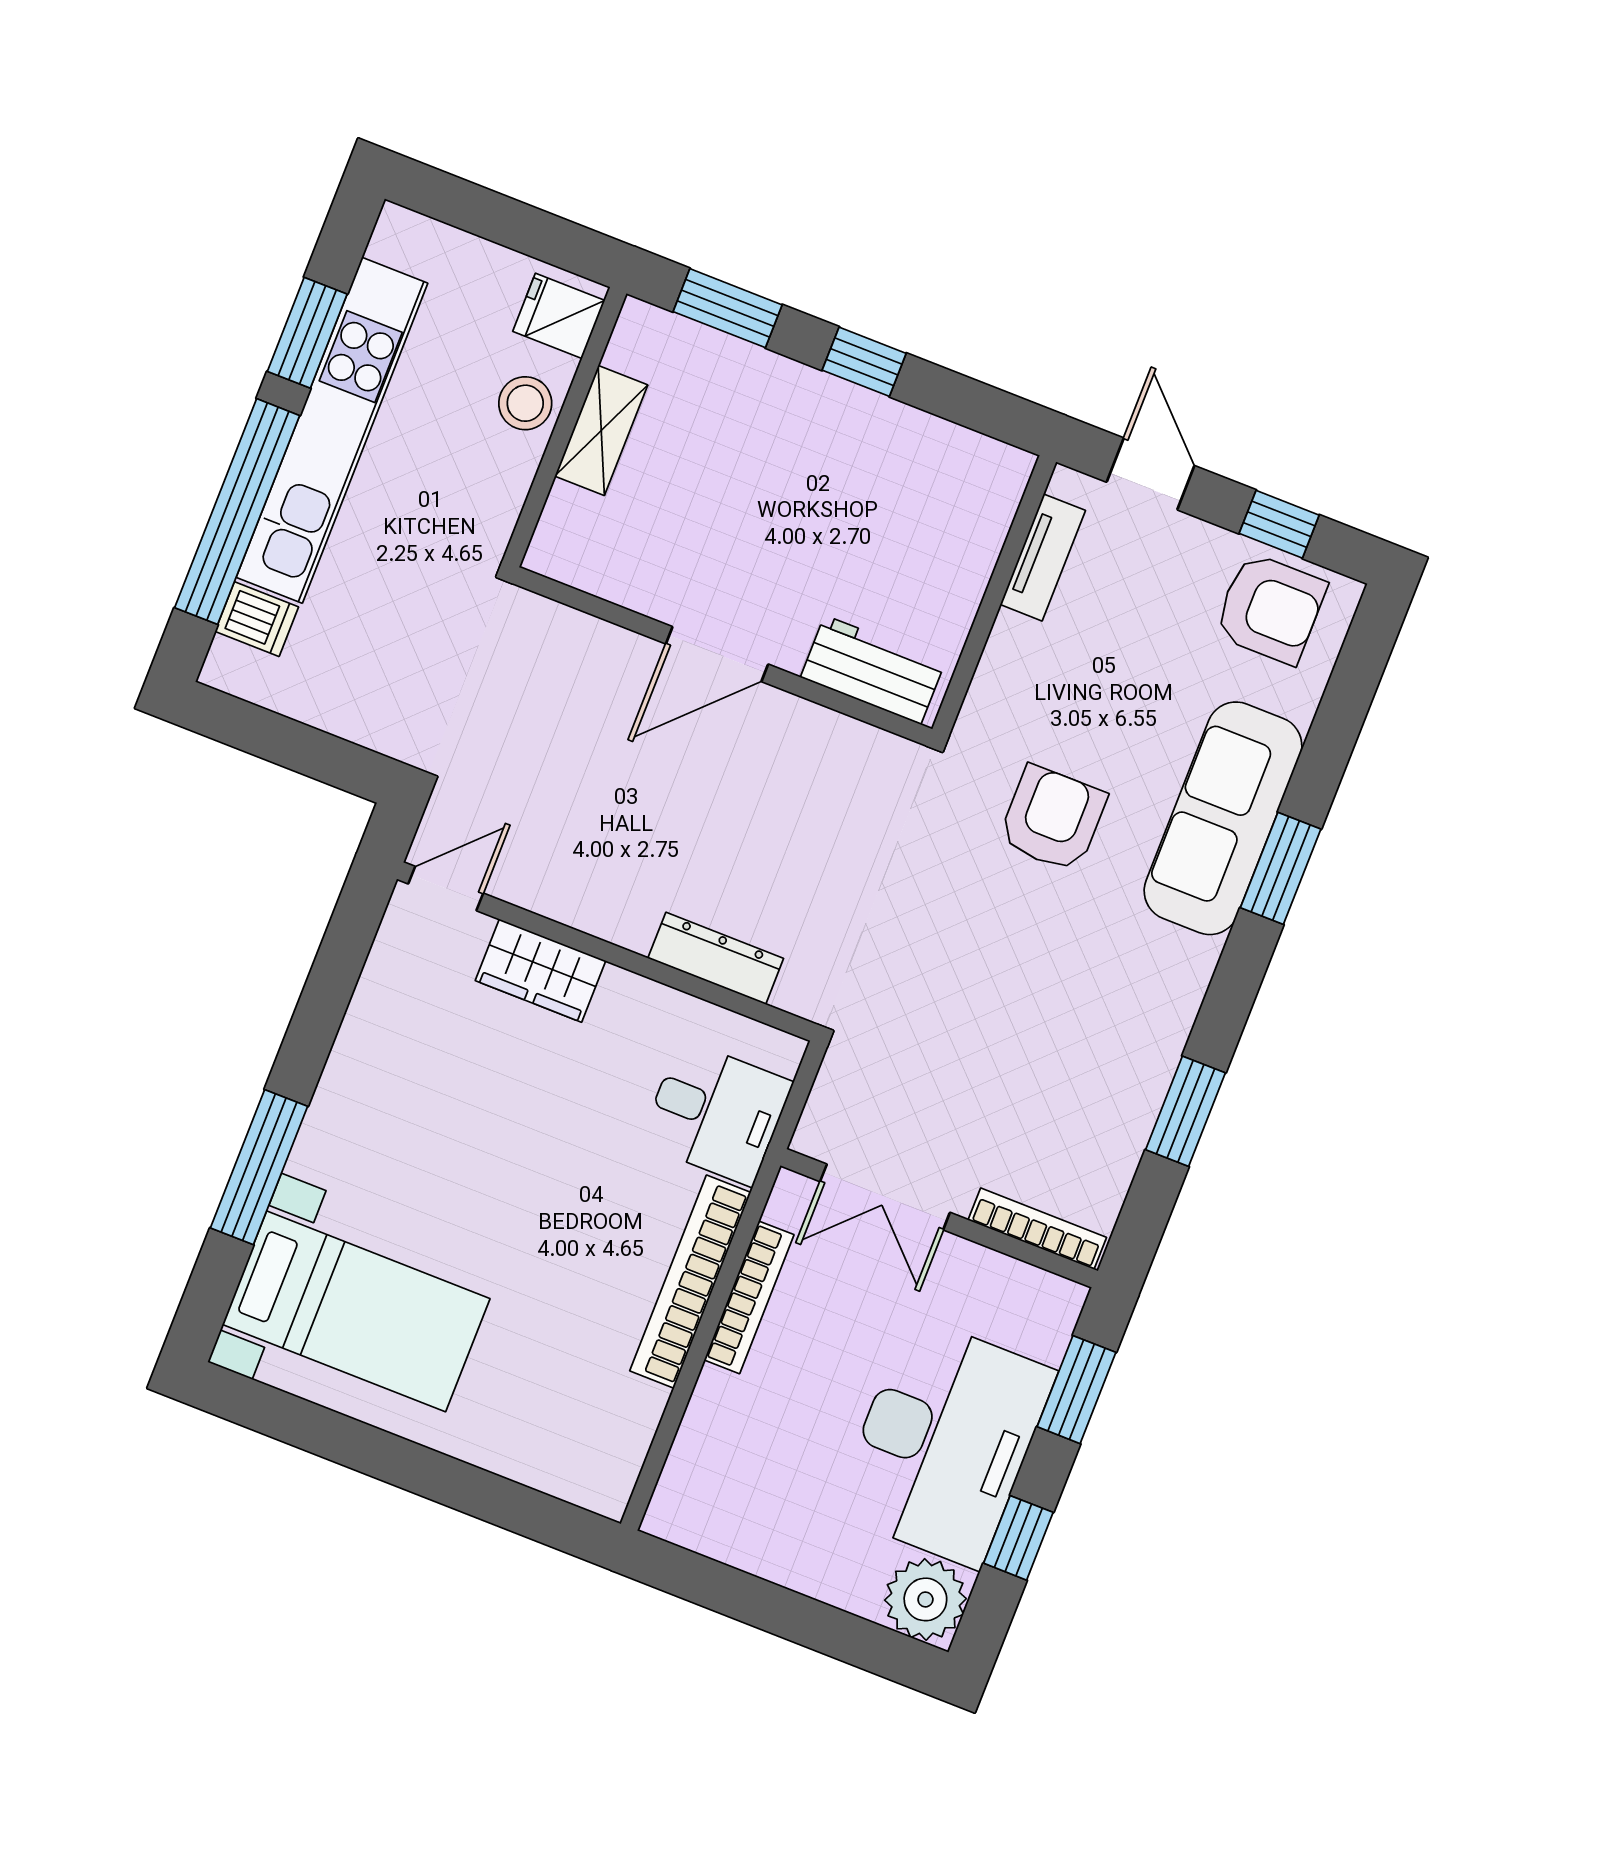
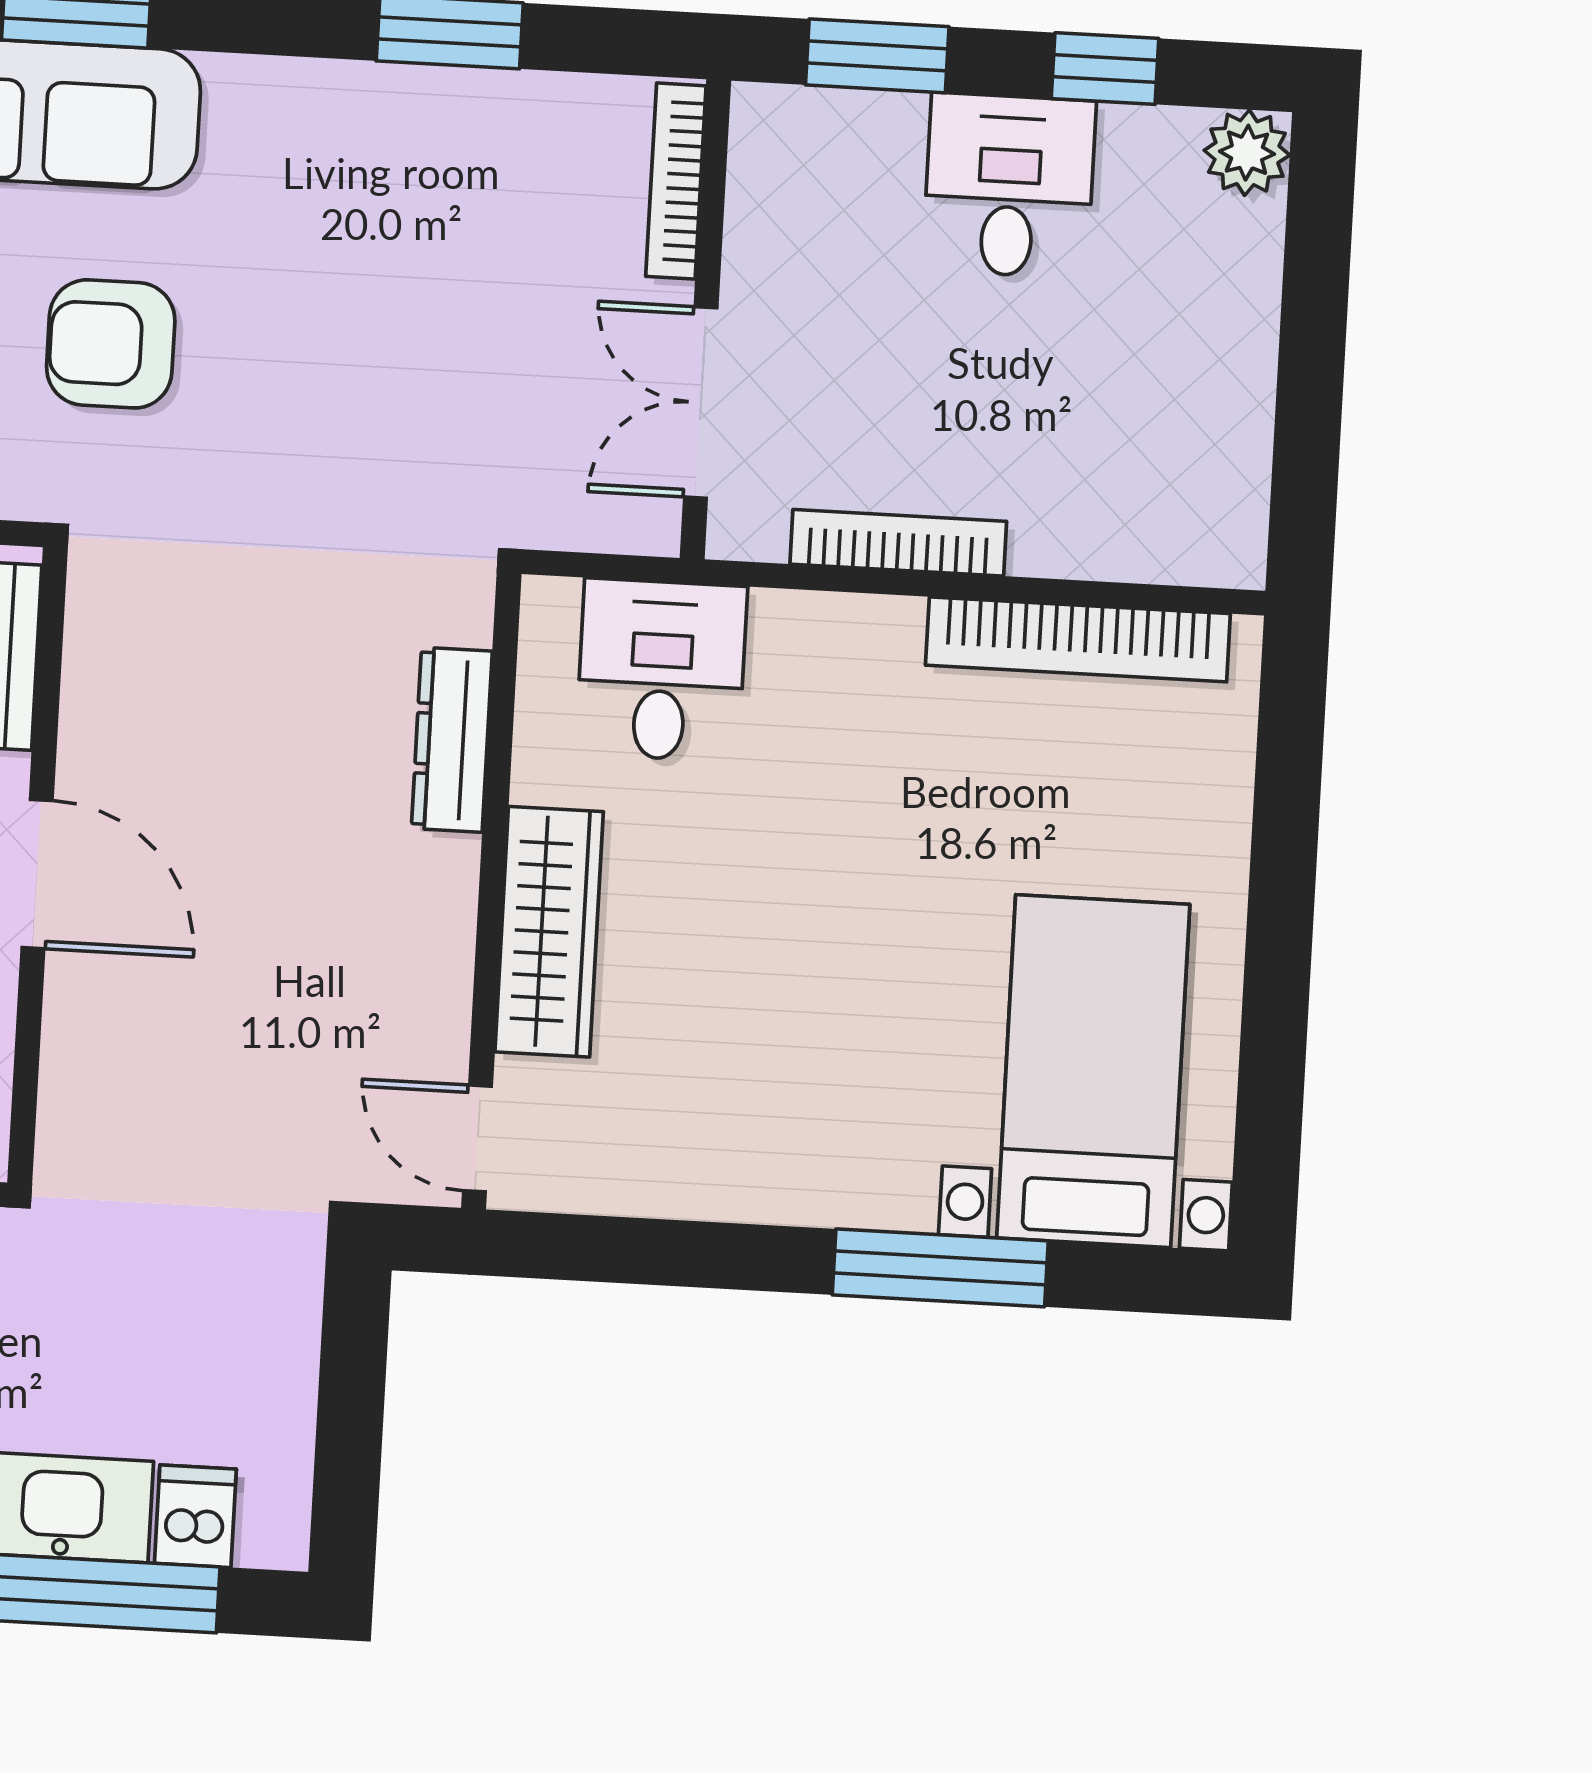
wardrobe: (541, 971) -> (549, 932), width x1.50
double door: (885, 1197) -> (701, 402), swing flipped
bookcase: (690, 1282) -> (1078, 639), moved
desk: (944, 1442) -> (1009, 186), width x0.53, depth x0.77
plant: (925, 1599) -> (1247, 153), width x0.73, depth x0.73

